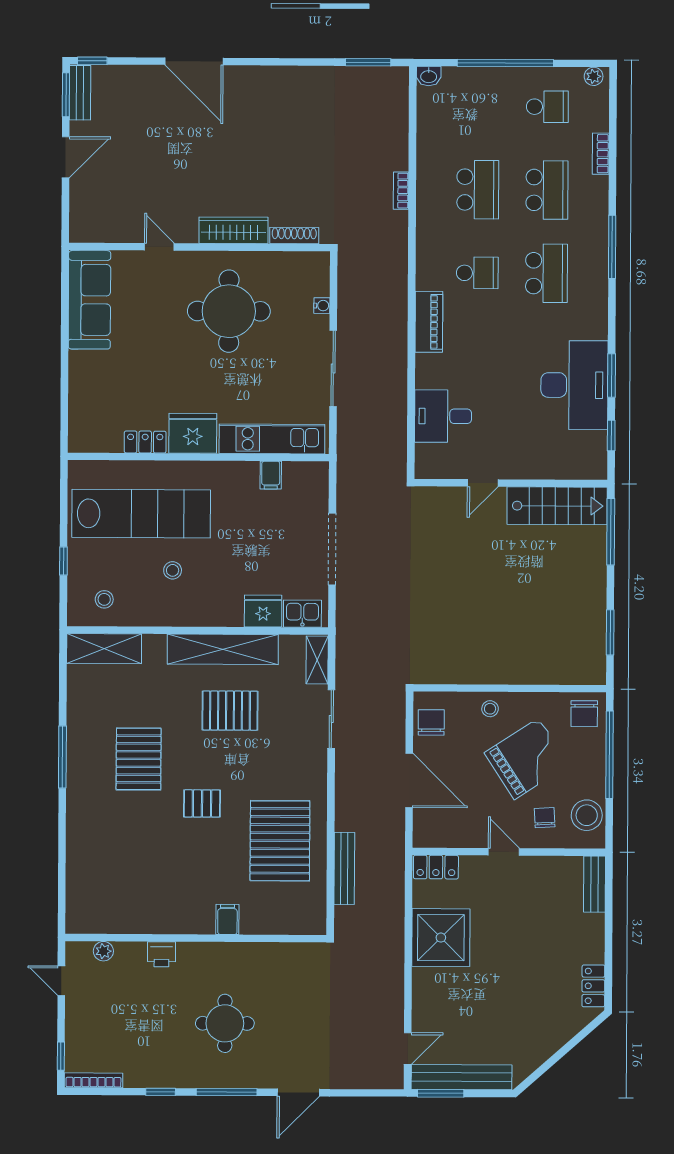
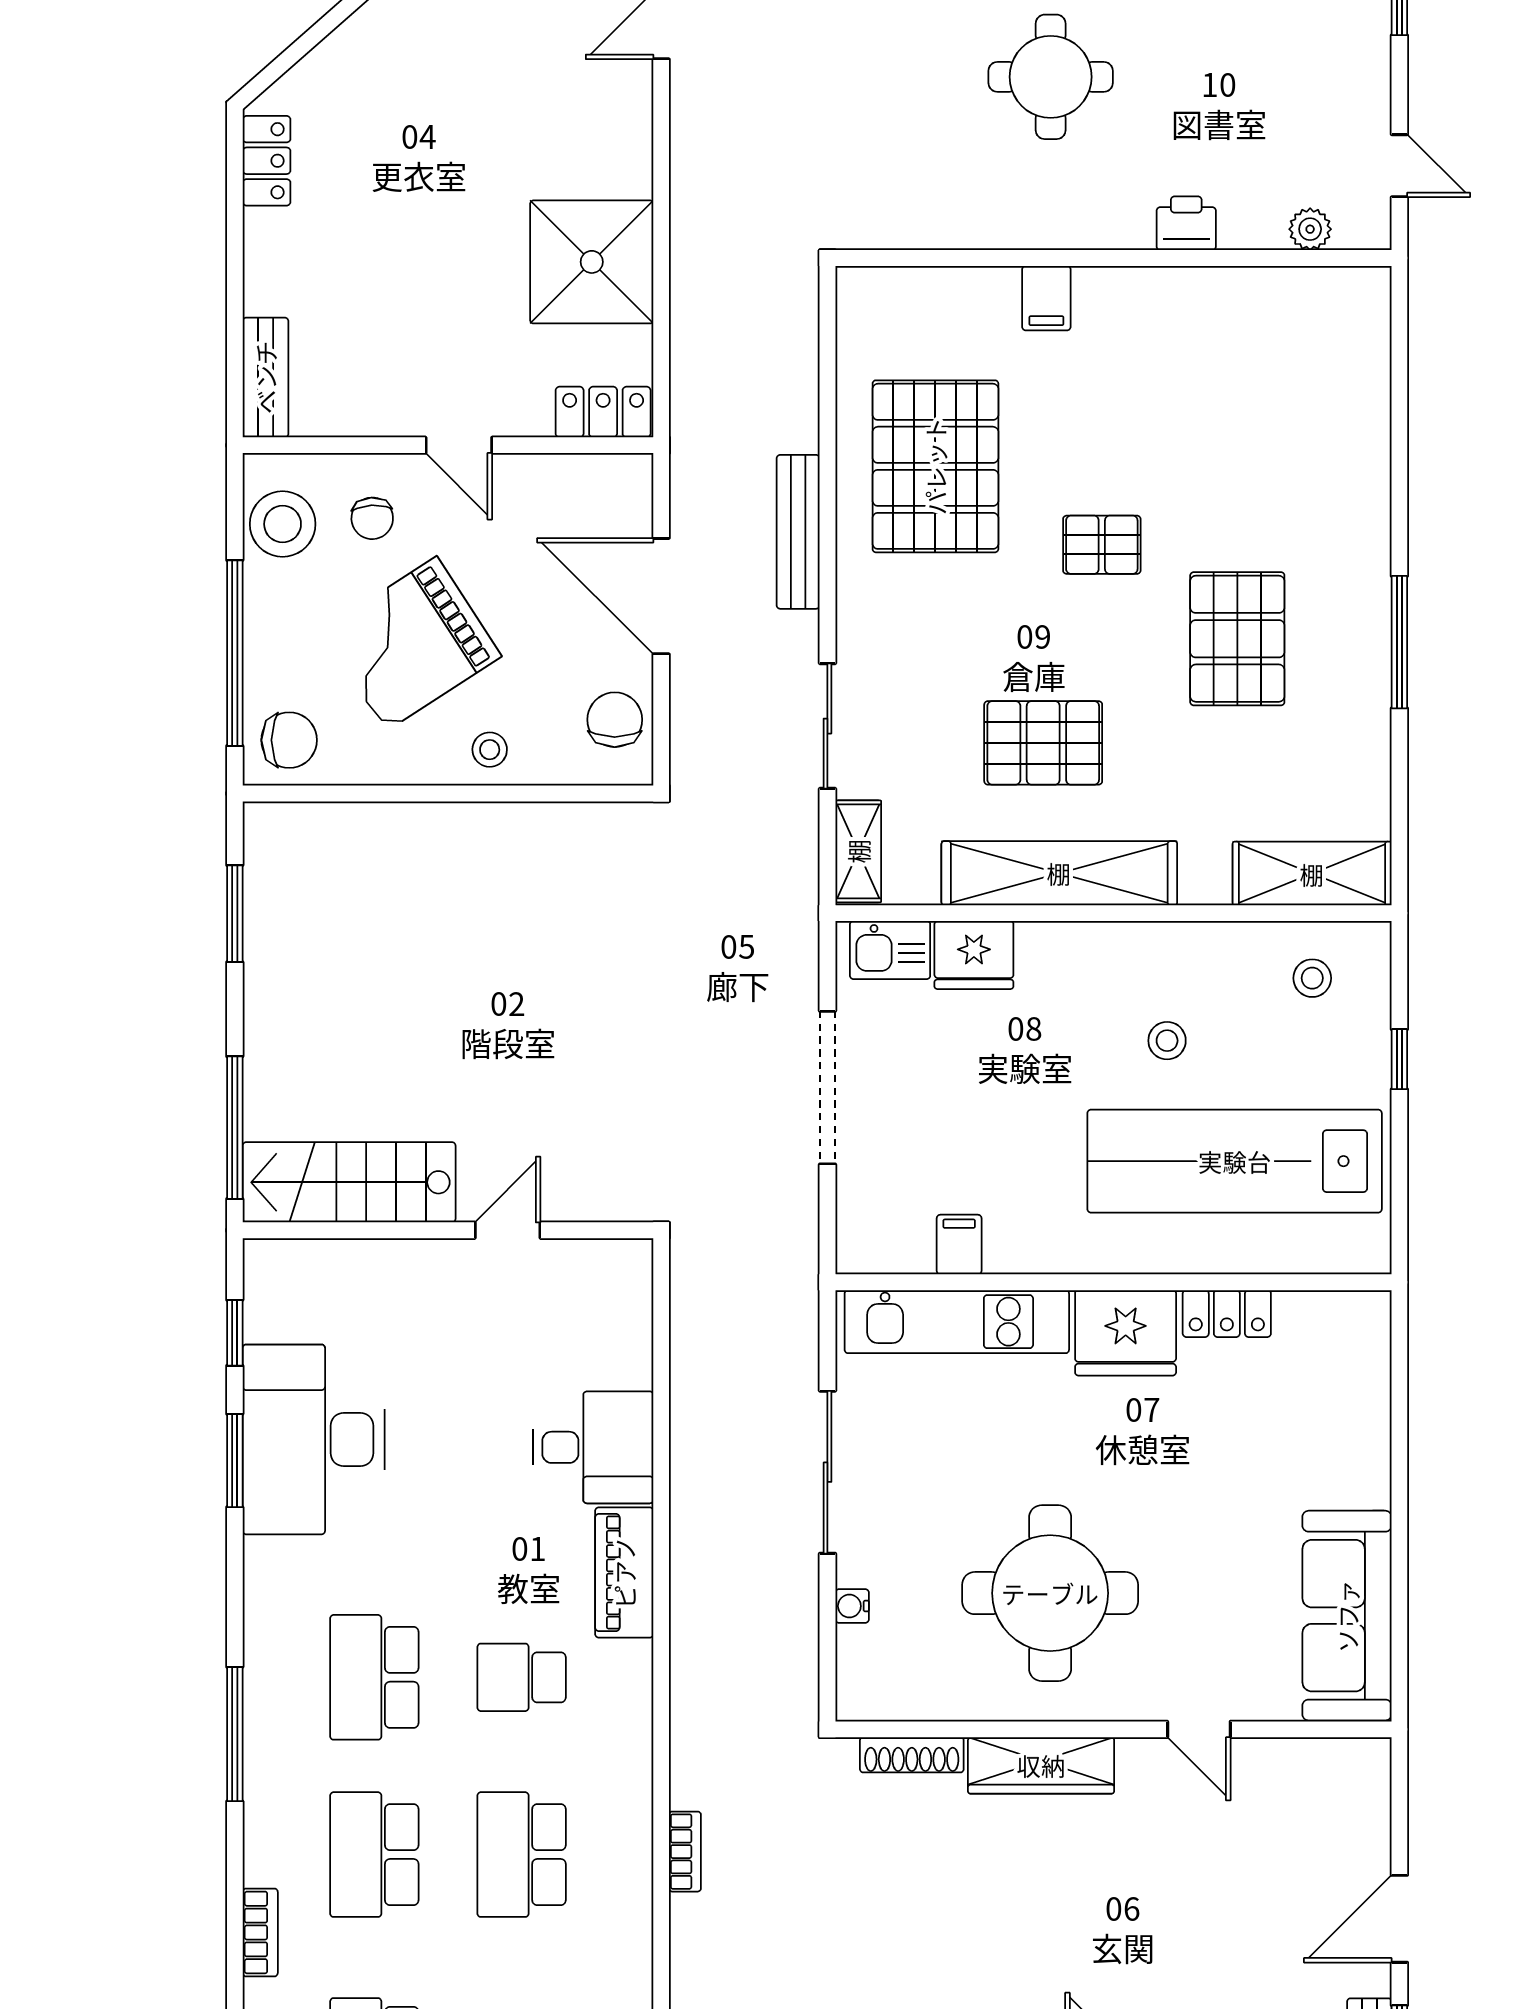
desk: (443, 416) -> (593, 1447), moved
chair: (584, 714) -> (289, 740), turned 90
chair: (431, 722) -> (615, 720), turned 180
bench: (344, 868) -> (798, 532), moved

